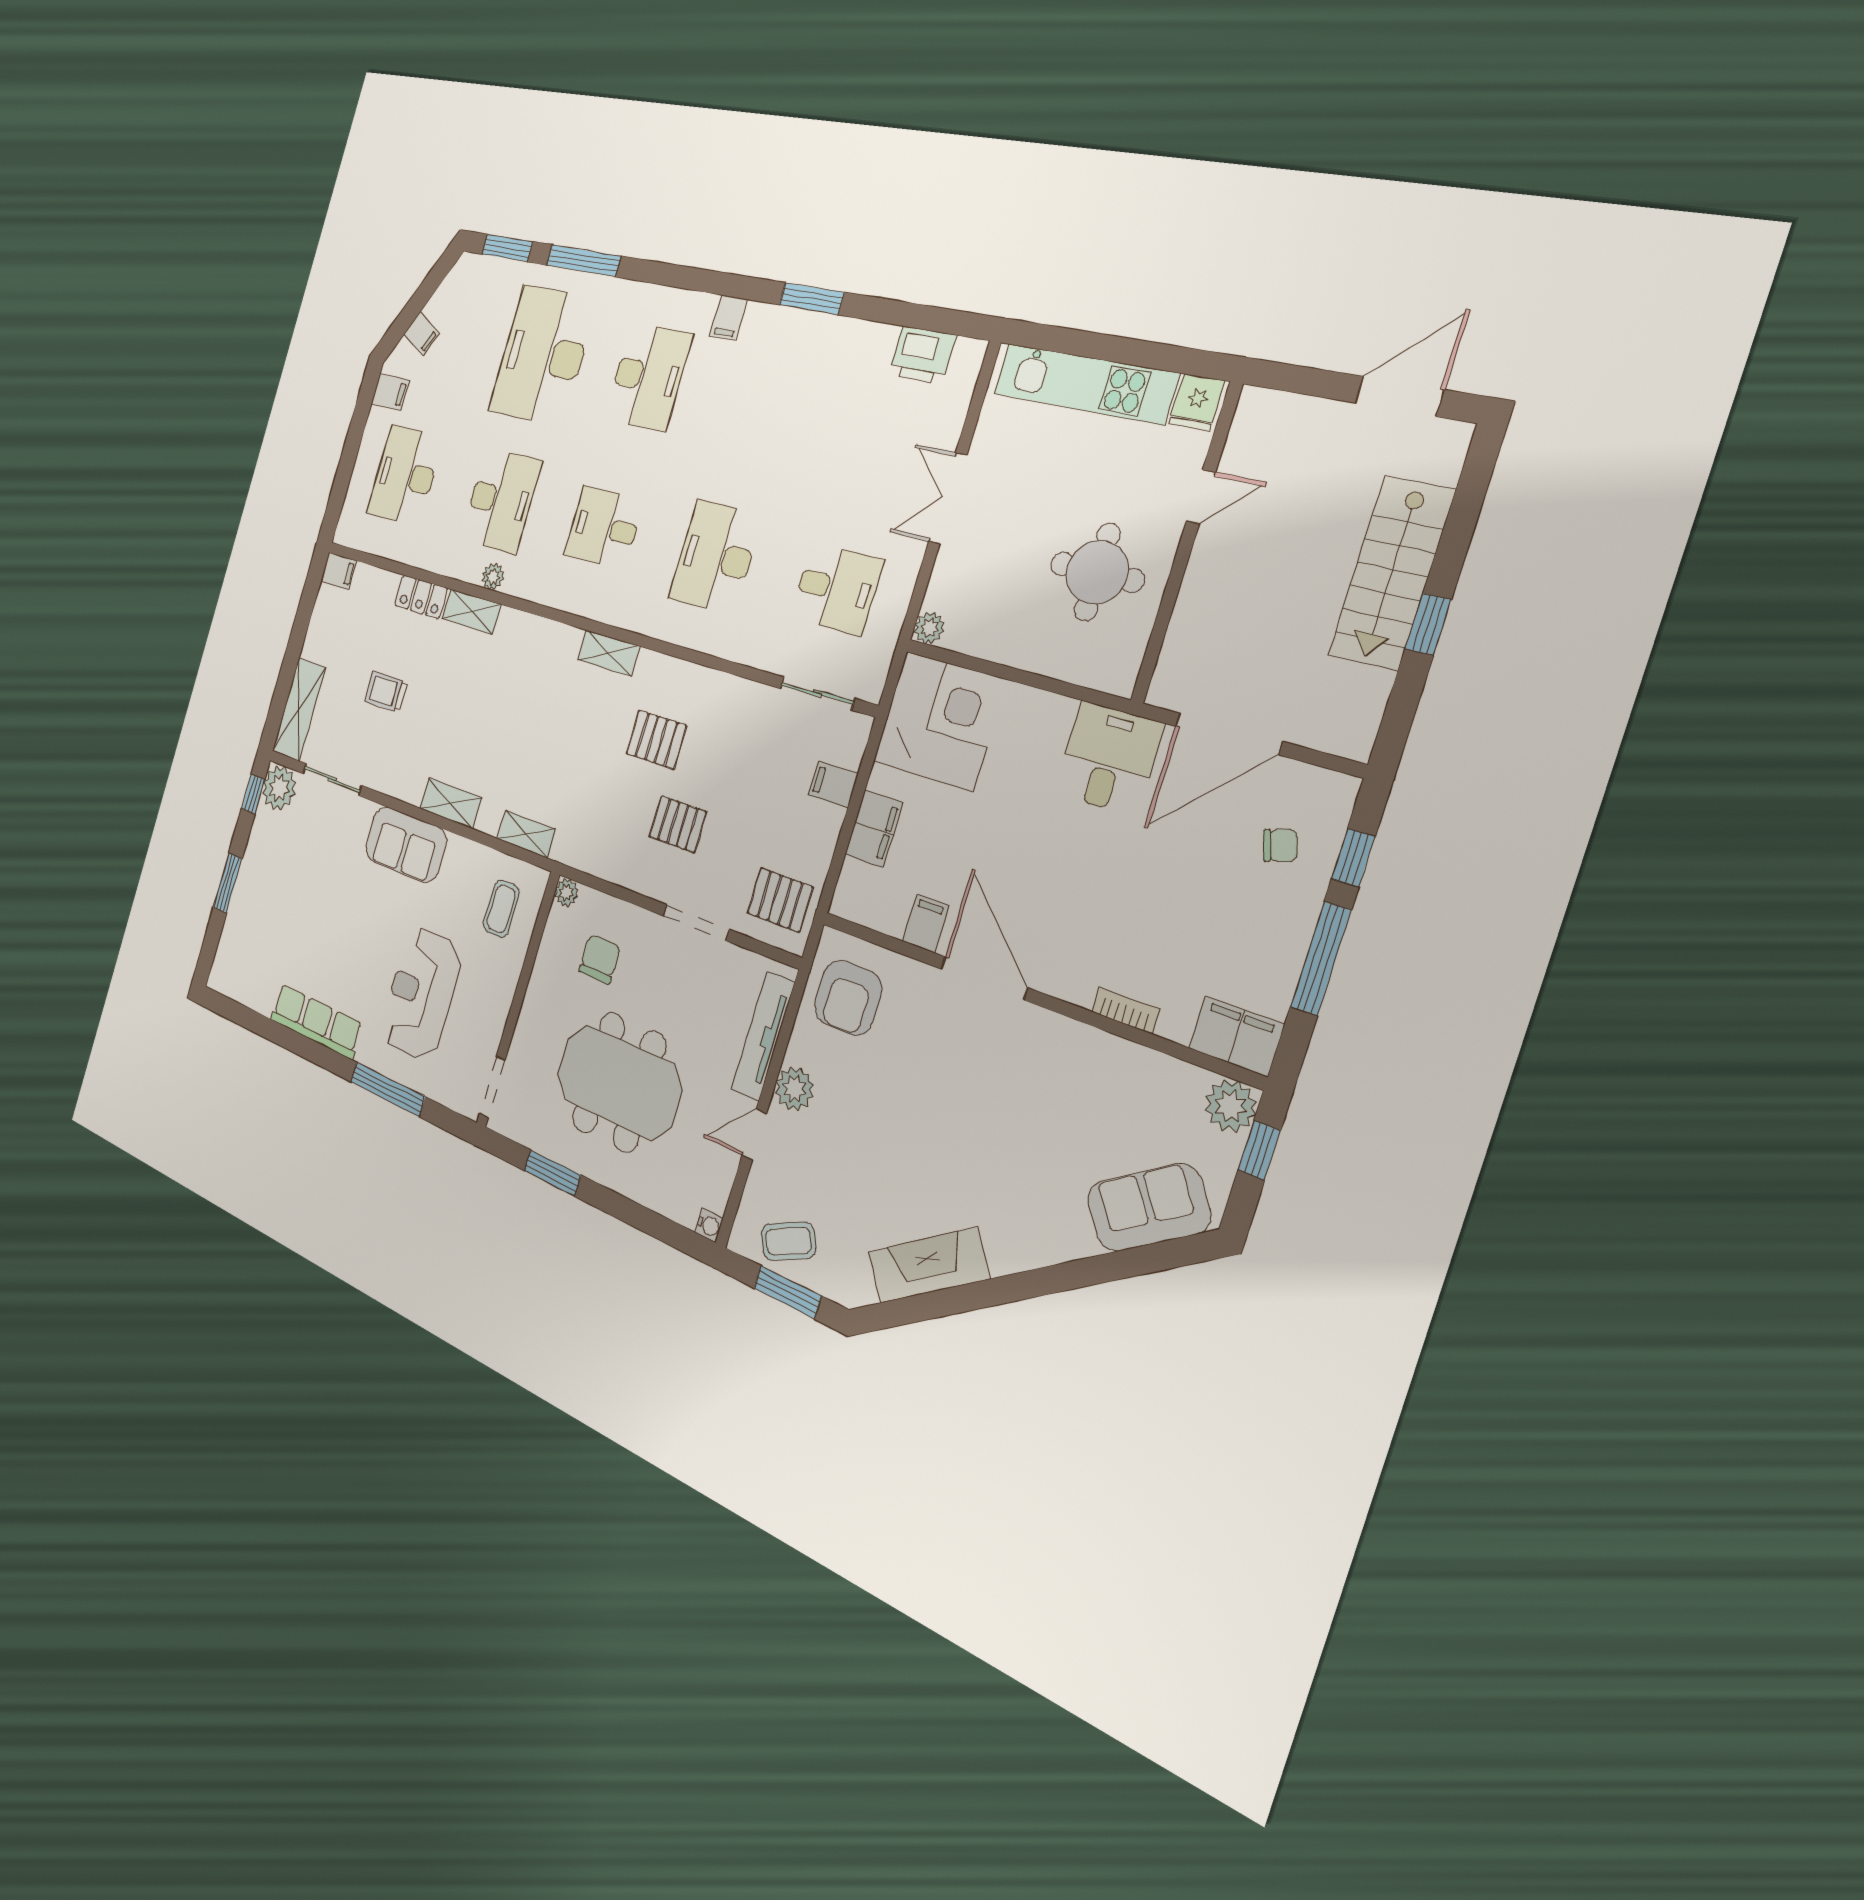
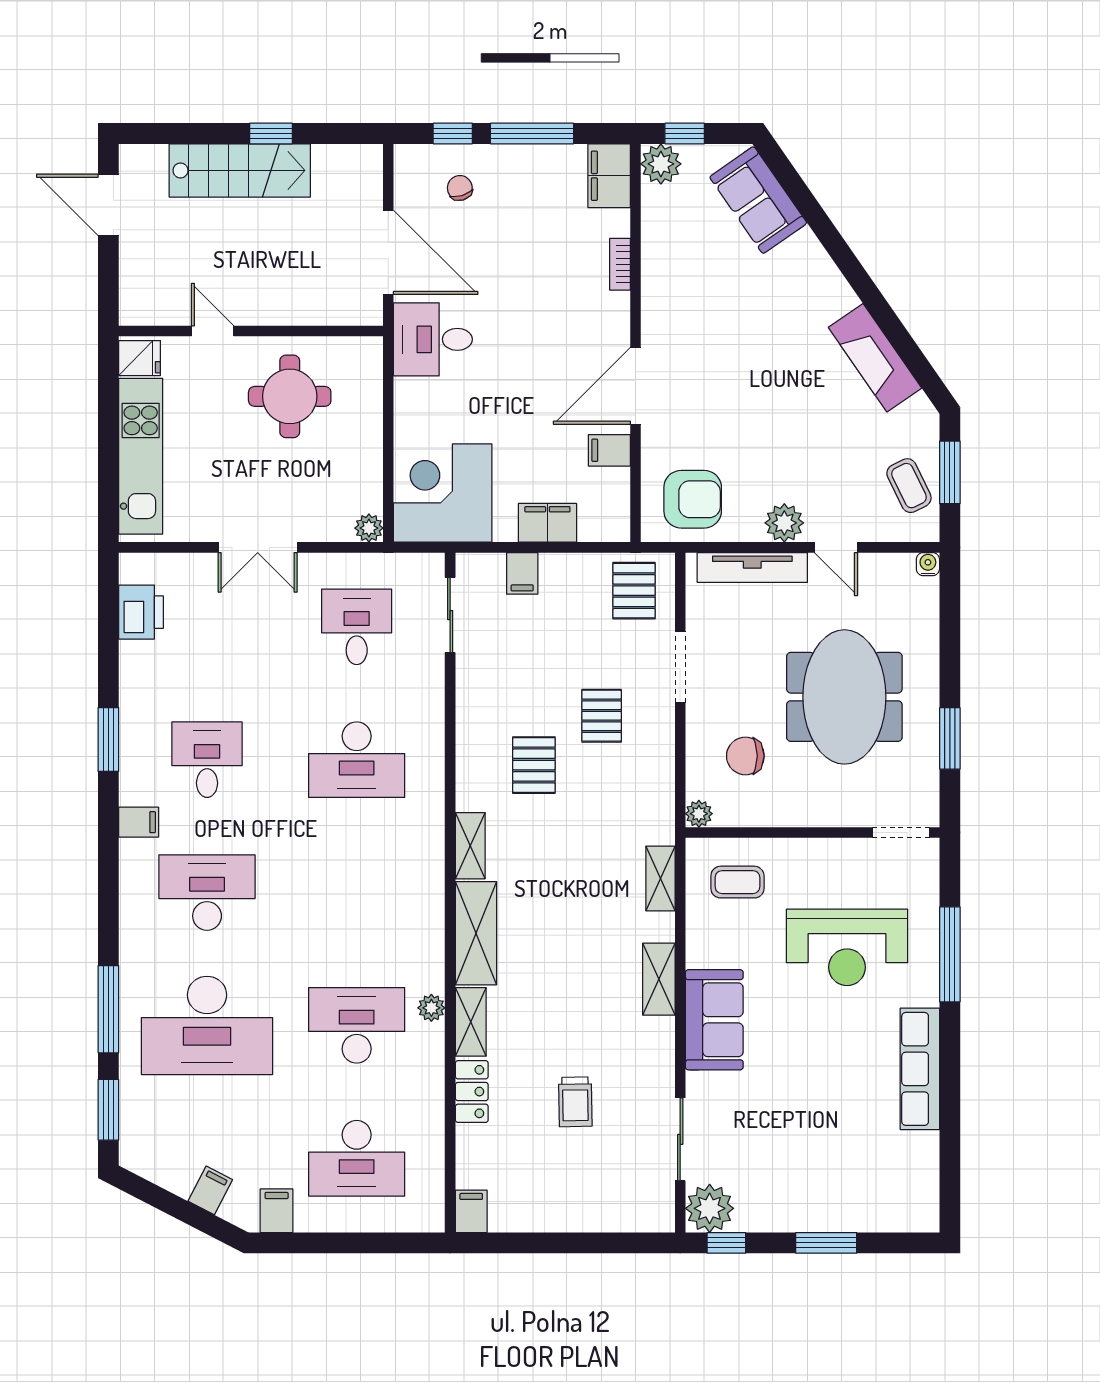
desk: (604, 528) -> (207, 760), moved, turned 180
shelving: (299, 709) -> (476, 933), moved, turned 90

